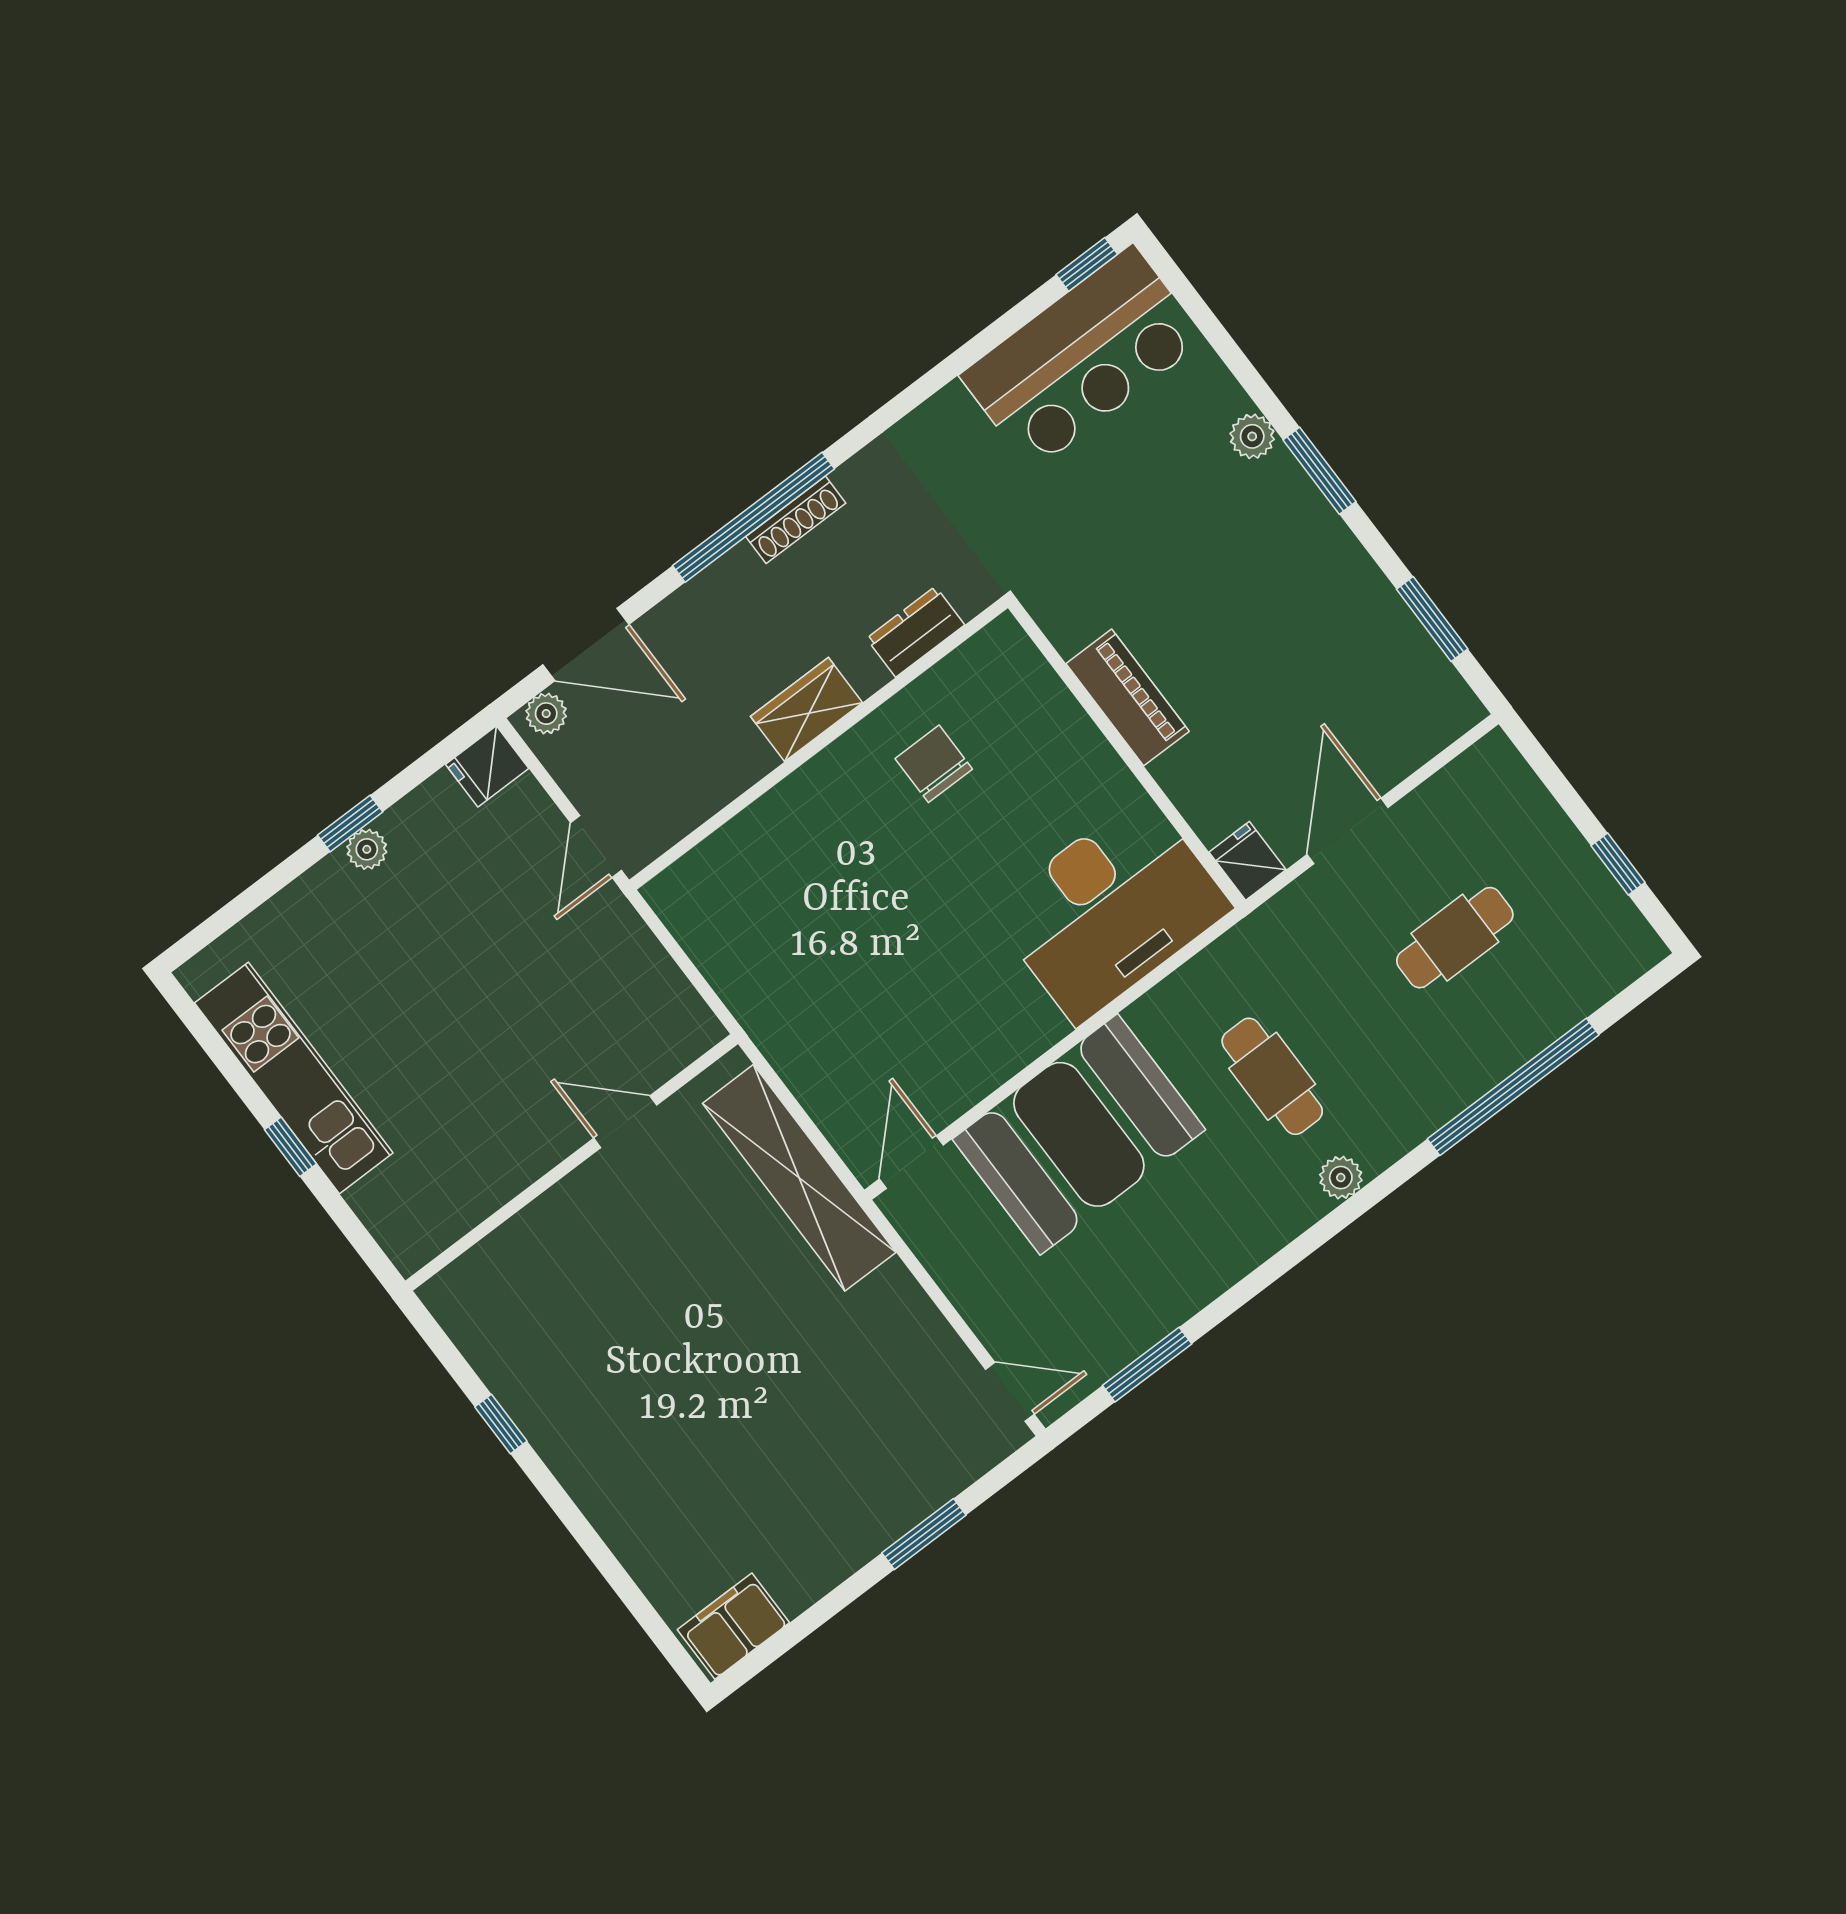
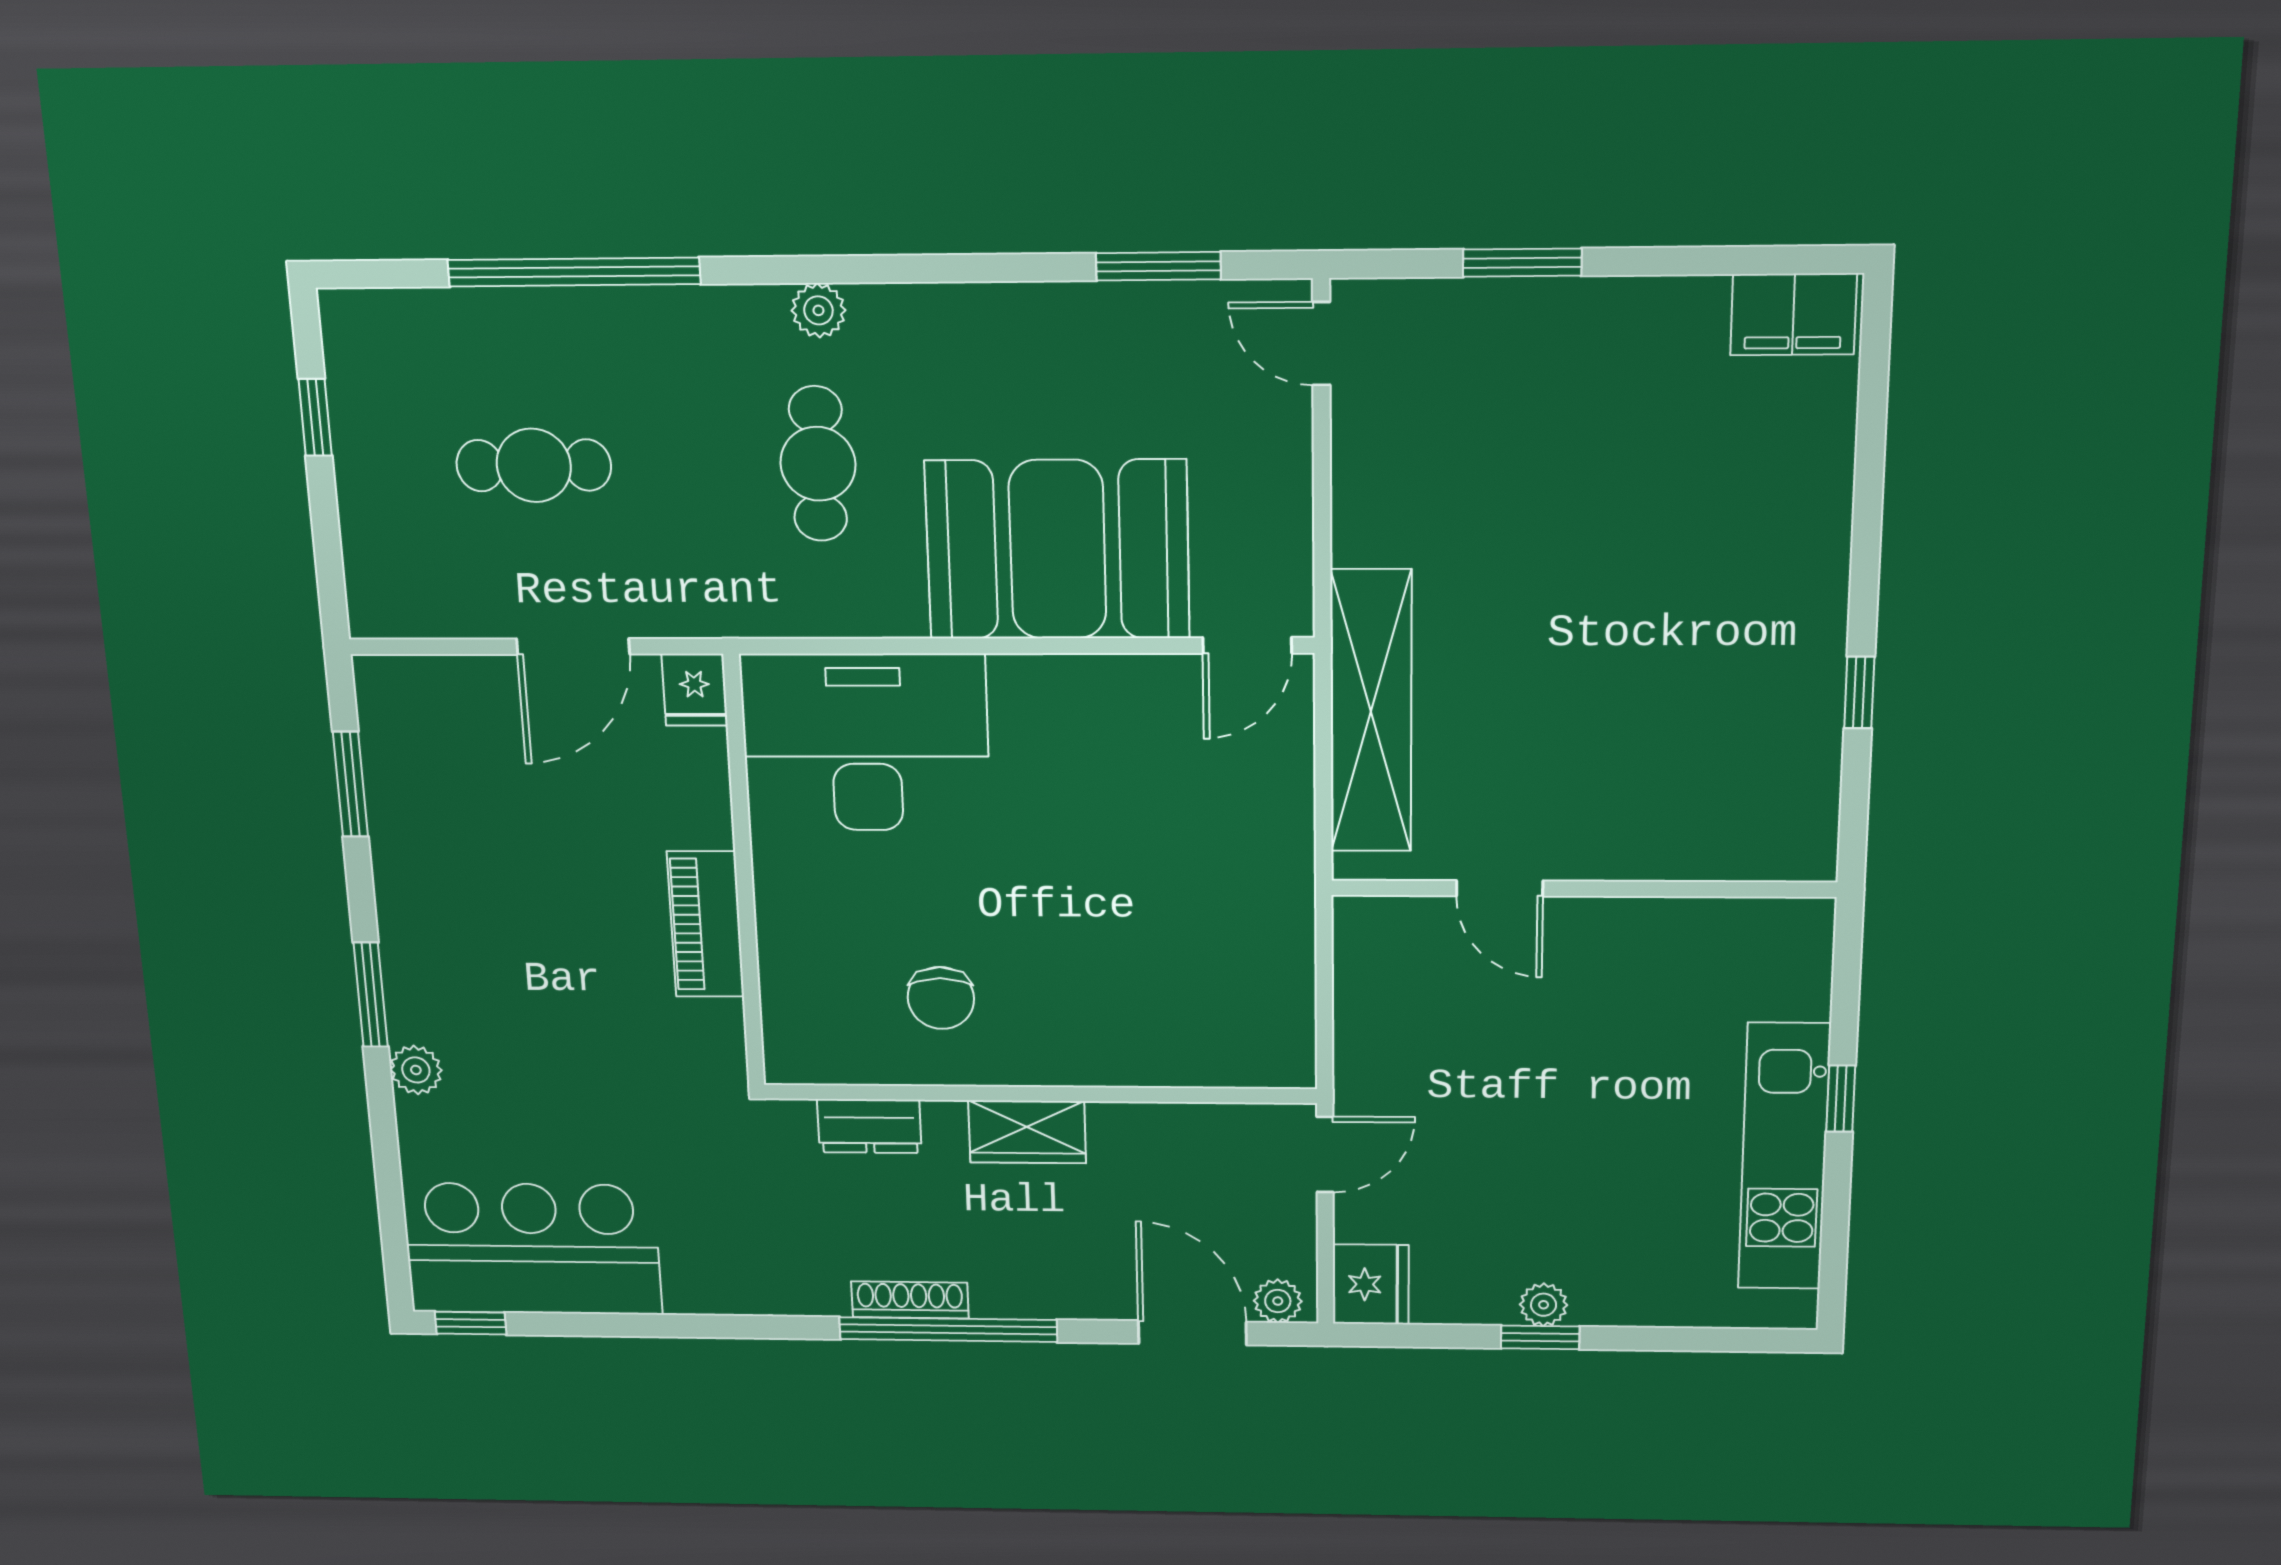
fridge: (487, 766) -> (1371, 1284), width x1.38

